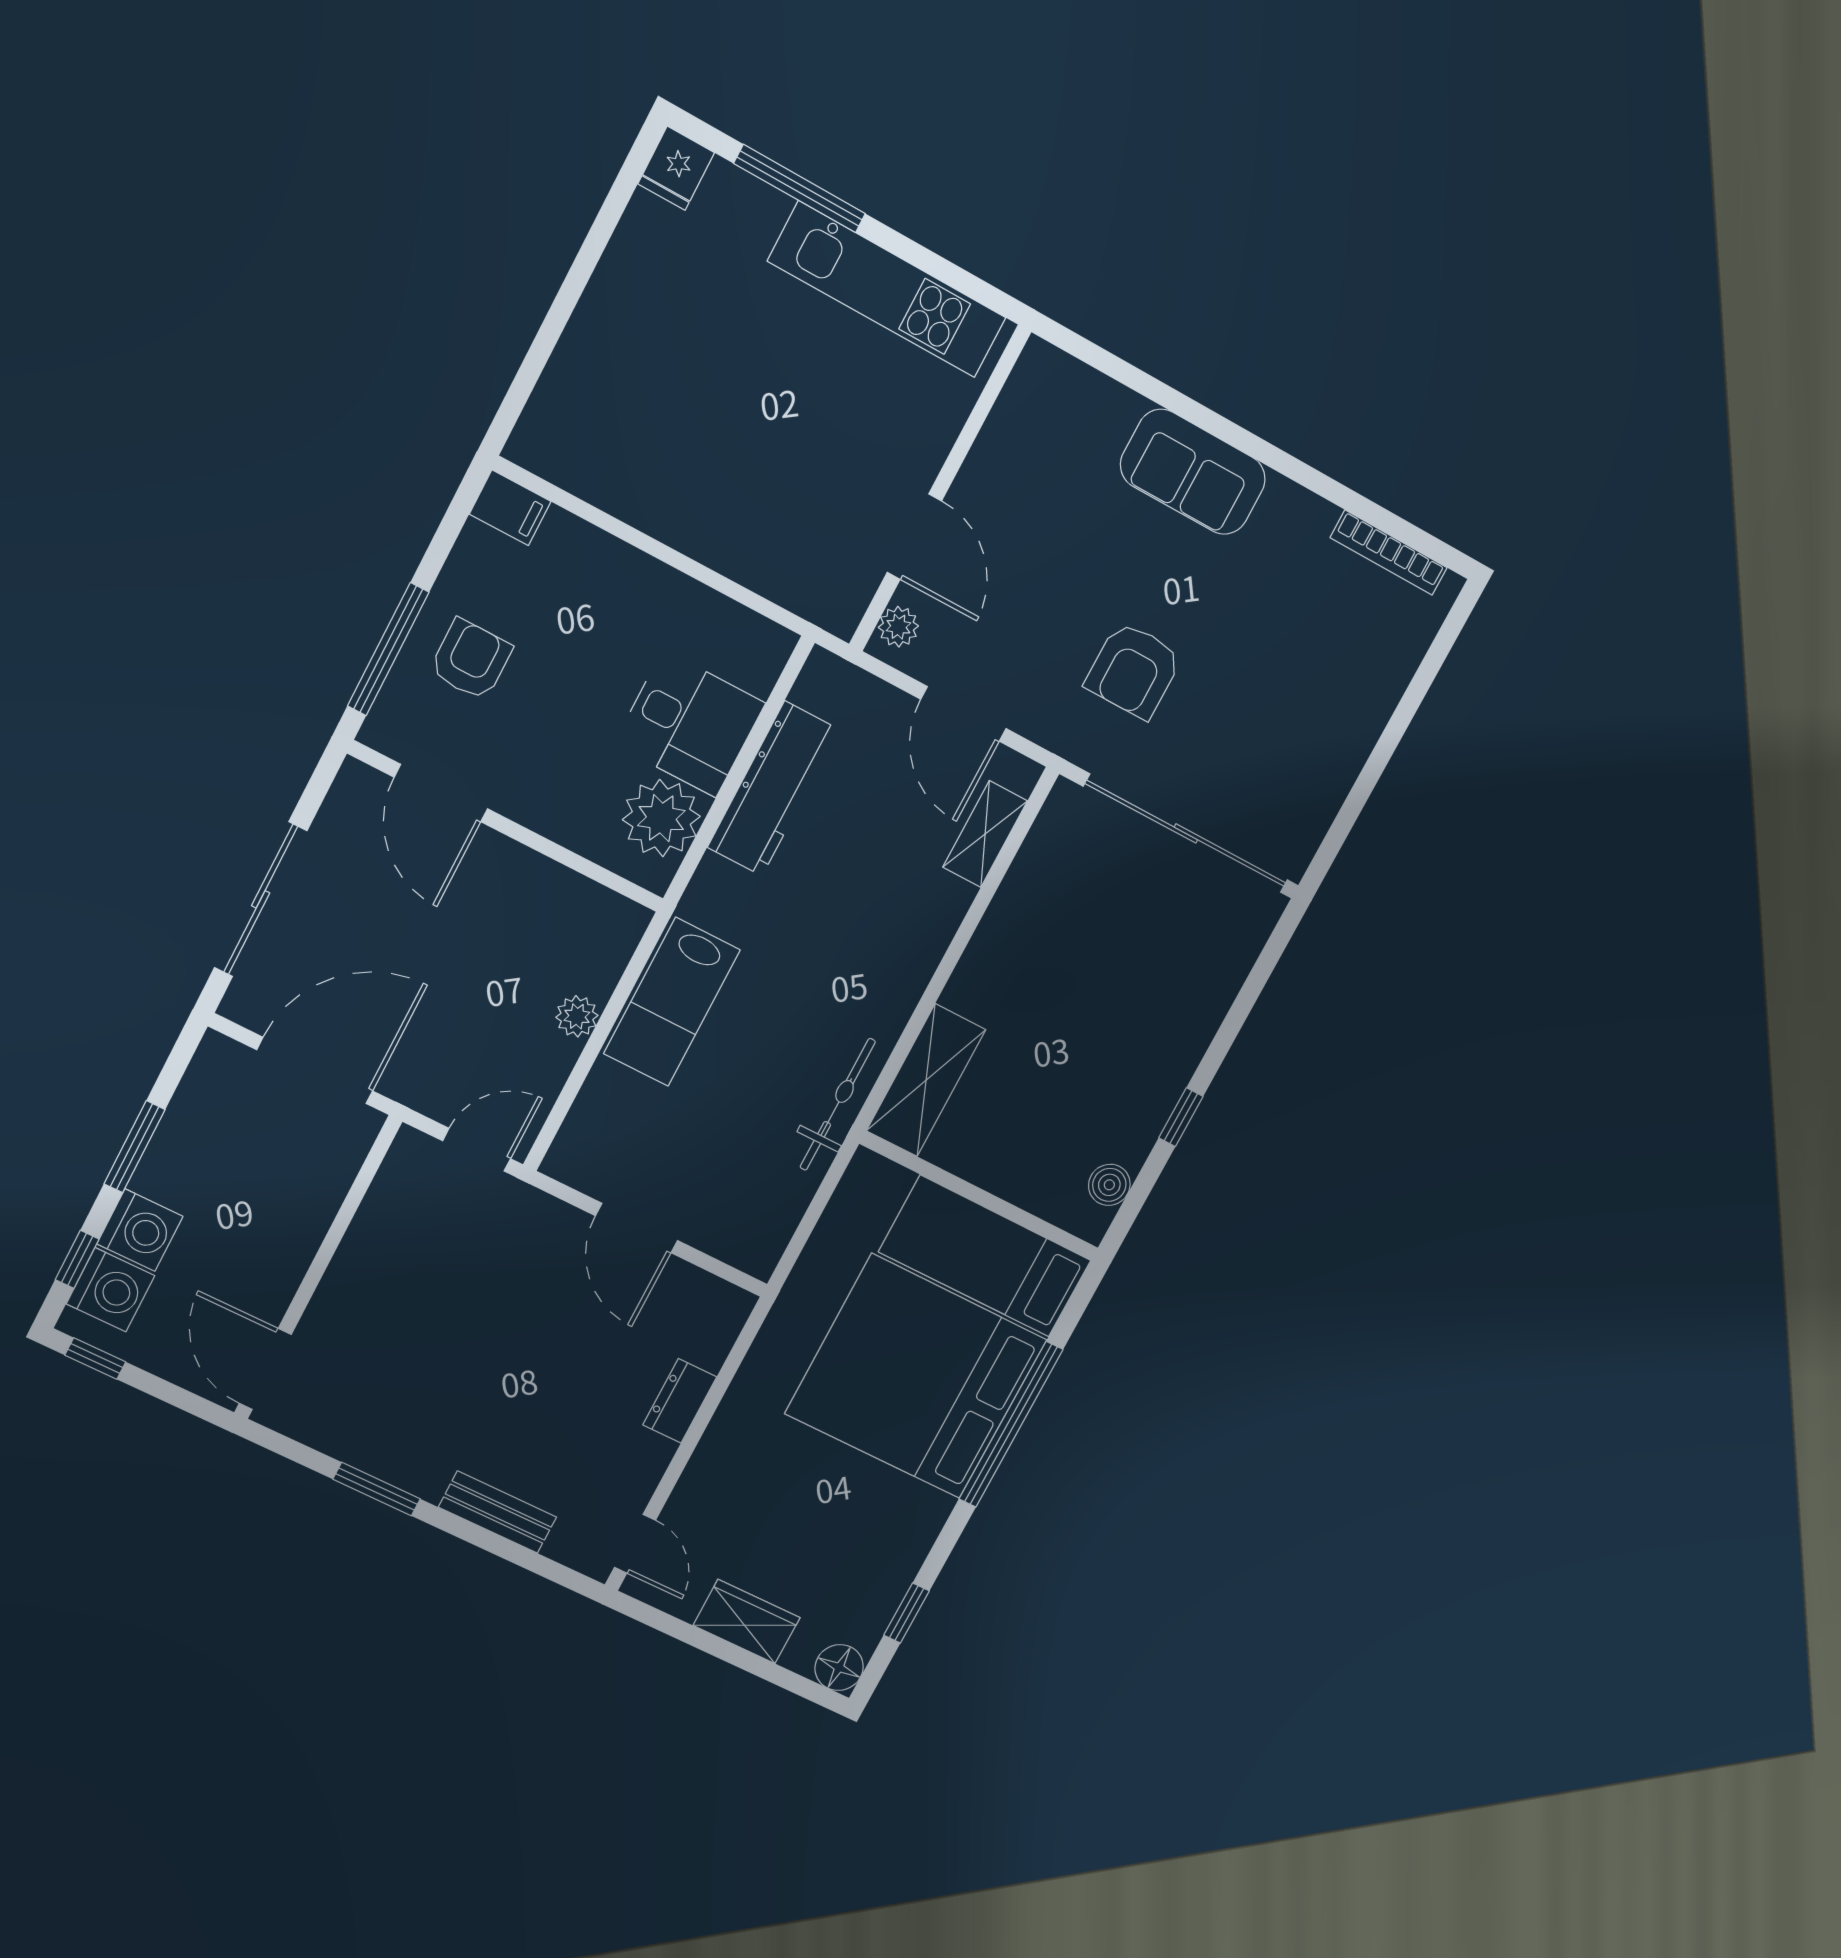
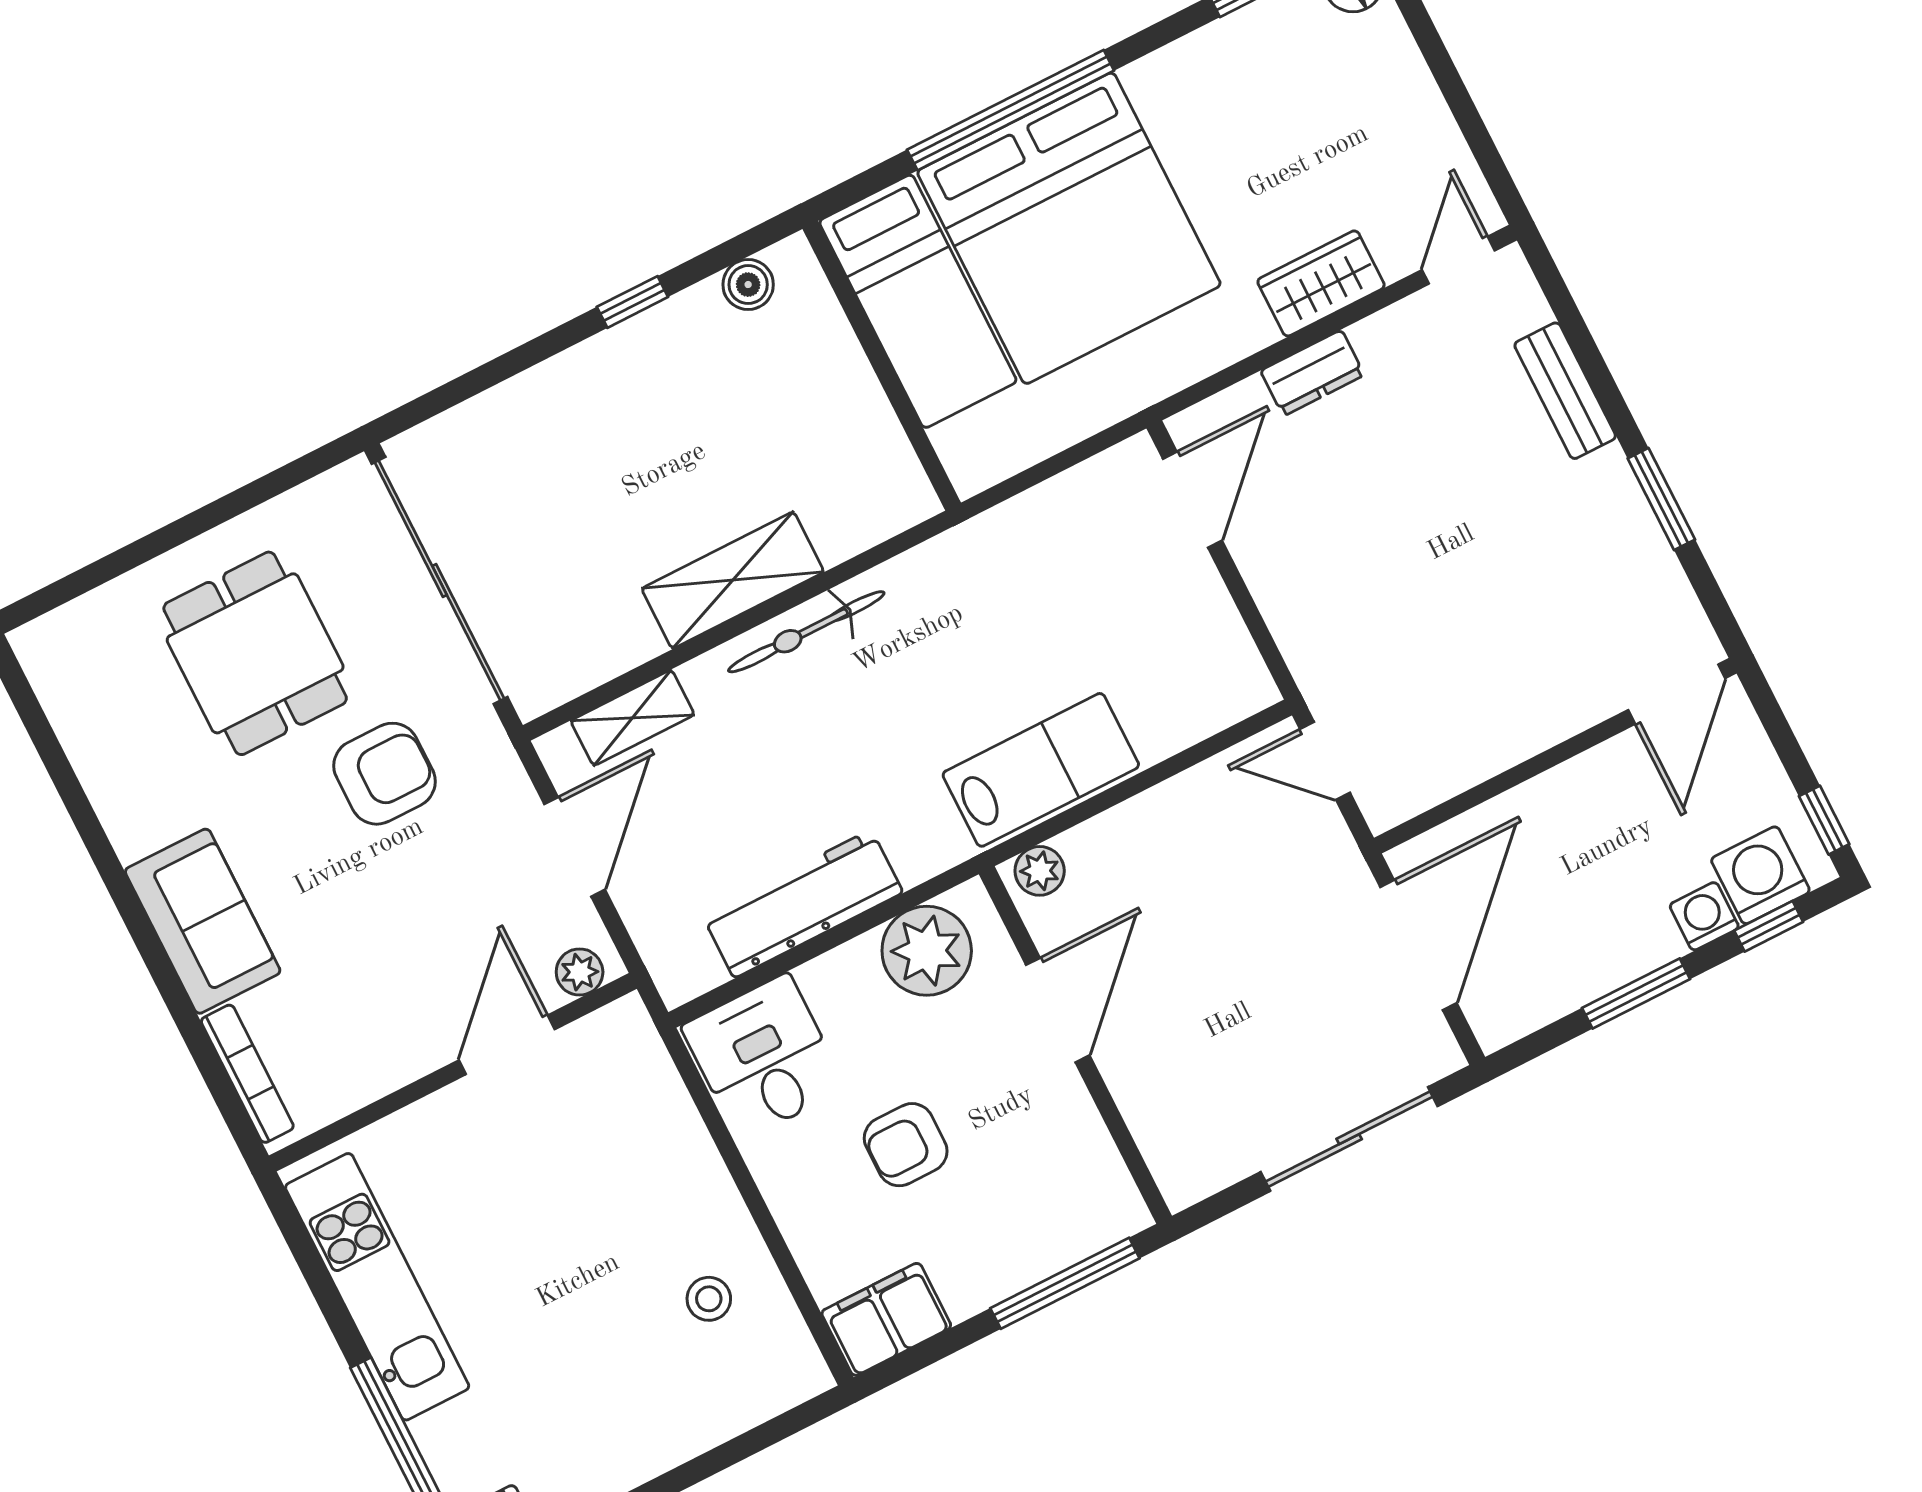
stool: (639, 453) -> (709, 1299), added
filing cabinet: (510, 508) -> (886, 1319), width x2.00
bookcase: (1389, 553) -> (247, 1074), moved
armchair: (471, 660) -> (906, 1145), moved
dining table: (1281, 691) -> (255, 653), added
desk: (690, 724) -> (764, 1057), moved
door: (441, 793) -> (1058, 1010), moved
plant: (577, 1016) -> (1040, 871), moved
door: (315, 1070) -> (1418, 945), swing flipped
shelving: (926, 1080) -> (733, 580), moved
bicycle: (838, 1104) -> (806, 632), moved
door: (637, 1228) -> (1192, 500), moved
washing machine: (140, 1230) -> (1704, 916), width x0.73, depth x0.73
wardrobe: (747, 1622) -> (1321, 283), moved, turned 90

